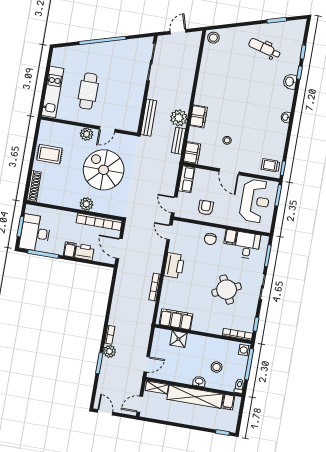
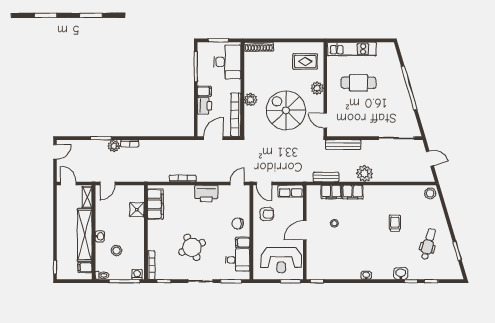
plant: (179, 118) -> (365, 174), moved
door: (107, 129) -> (325, 121), moved
filing cabinet: (192, 153) -> (331, 192), moved
rug: (49, 154) -> (305, 61), moved, turned 90
trolley: (271, 165) -> (395, 223), moved
spiral stairs: (104, 170) -> (286, 110), turned -90
door: (174, 205) -> (264, 184), swing flipped
desk: (35, 233) -> (227, 62), moved, turned 90
door: (147, 364) -> (108, 184), hinge flipped

